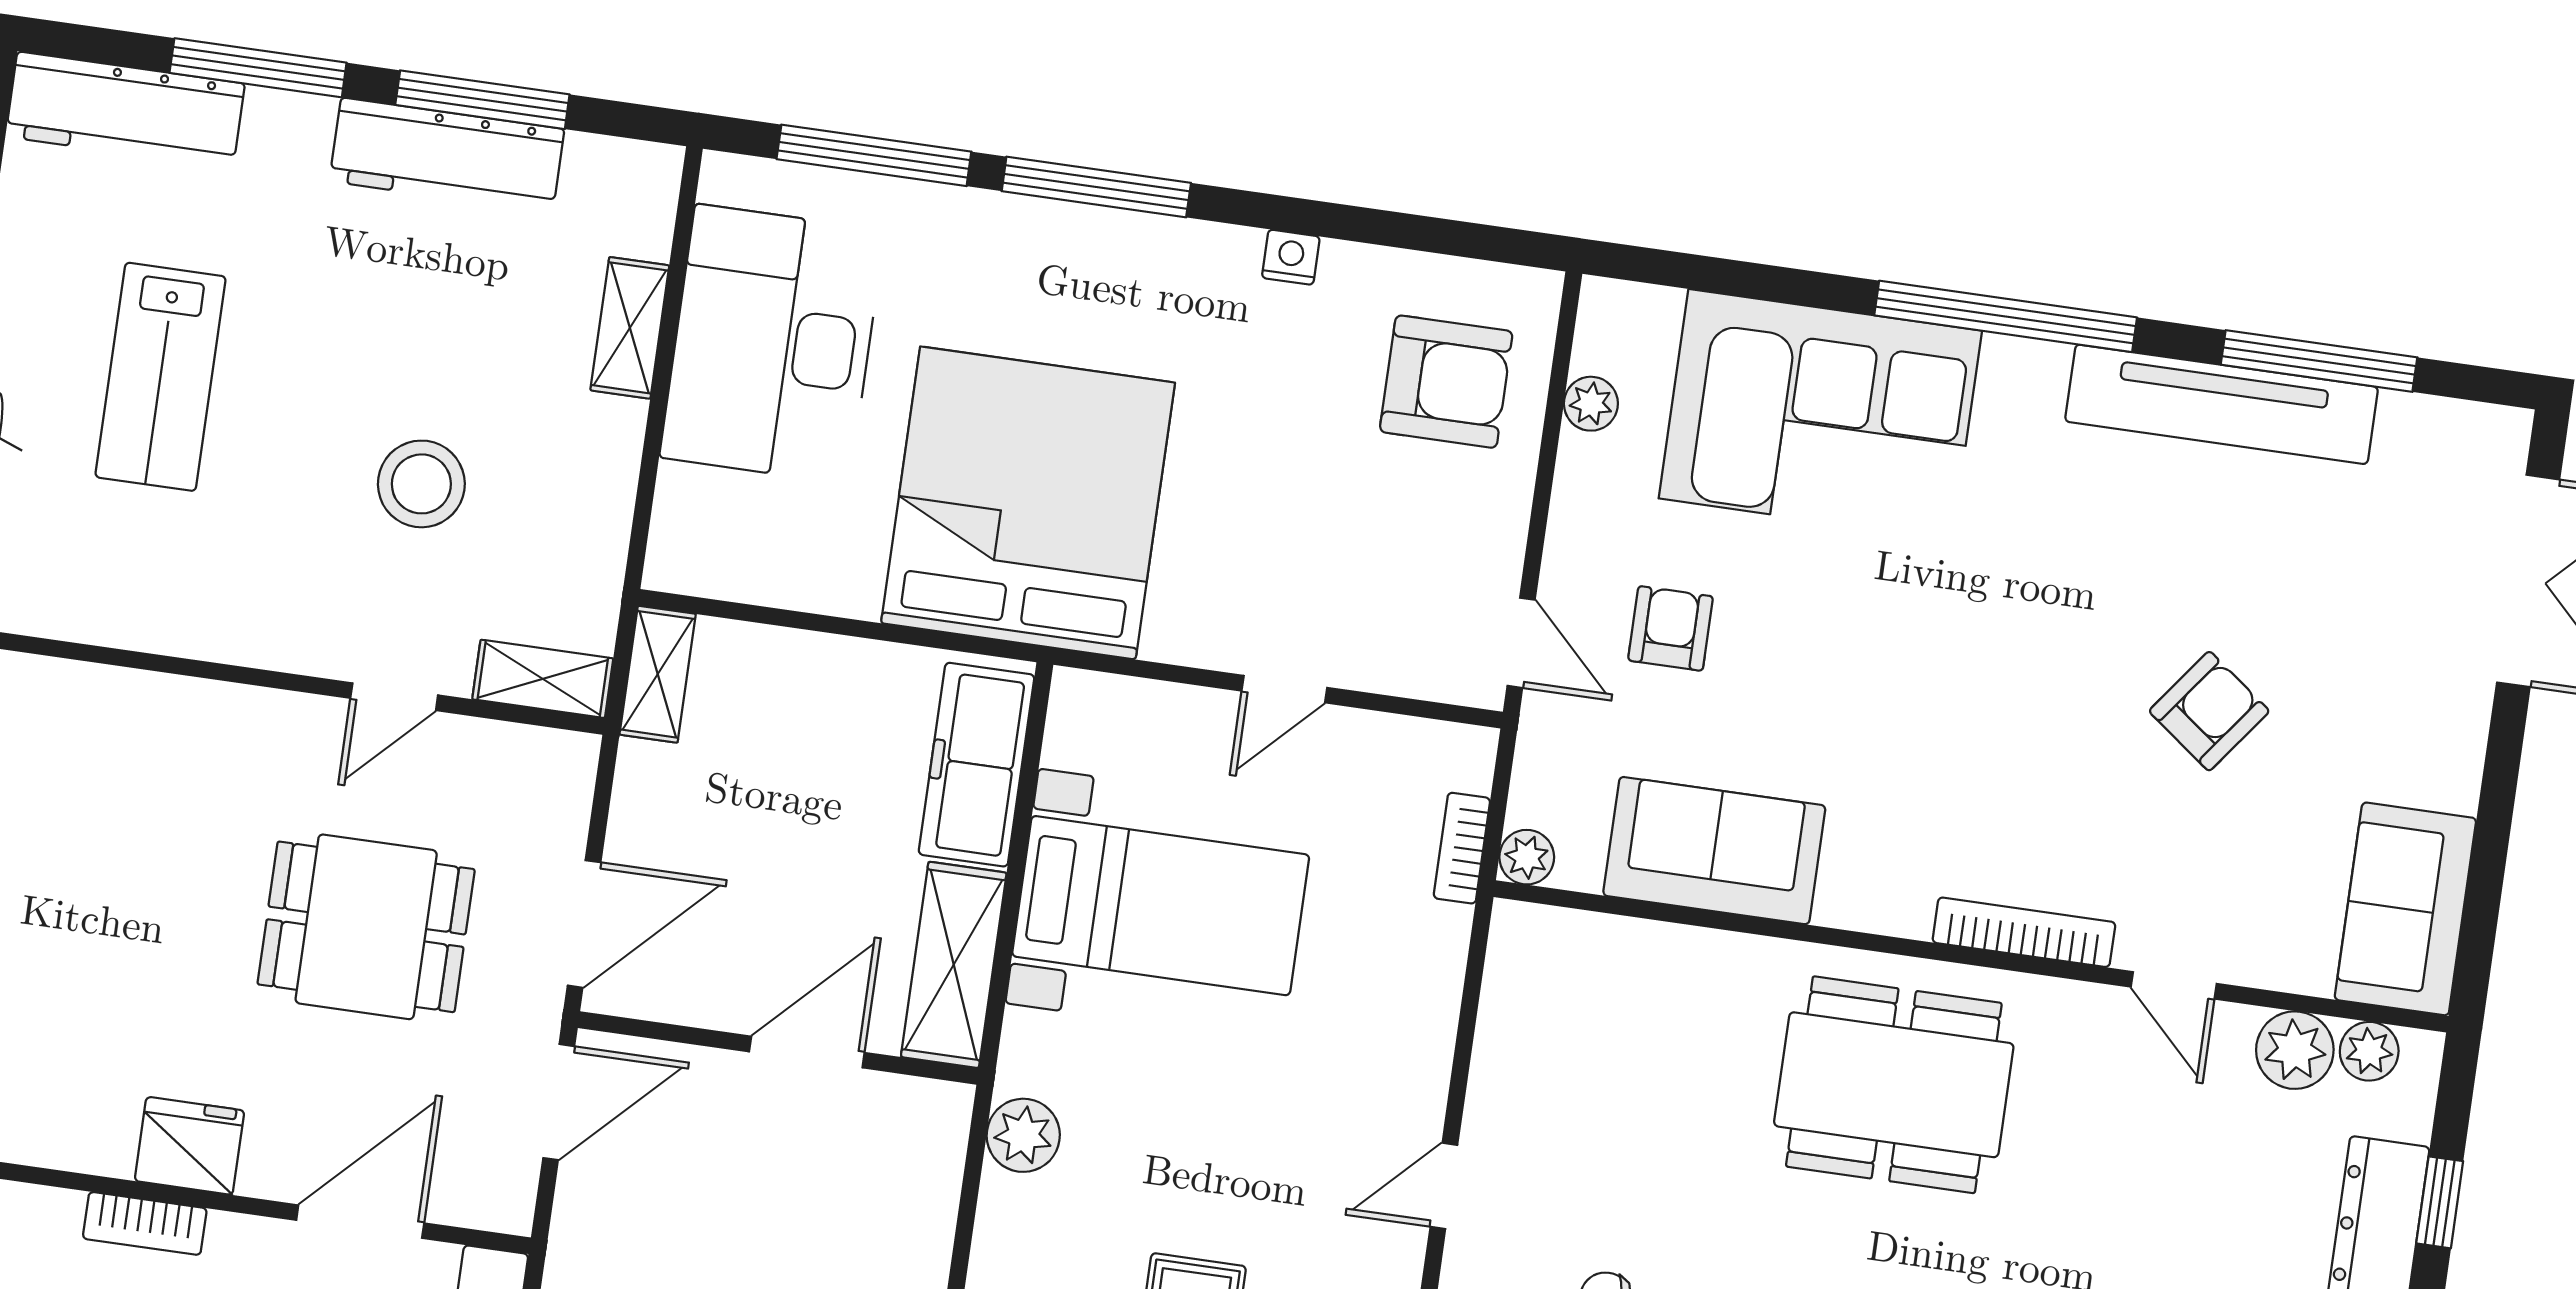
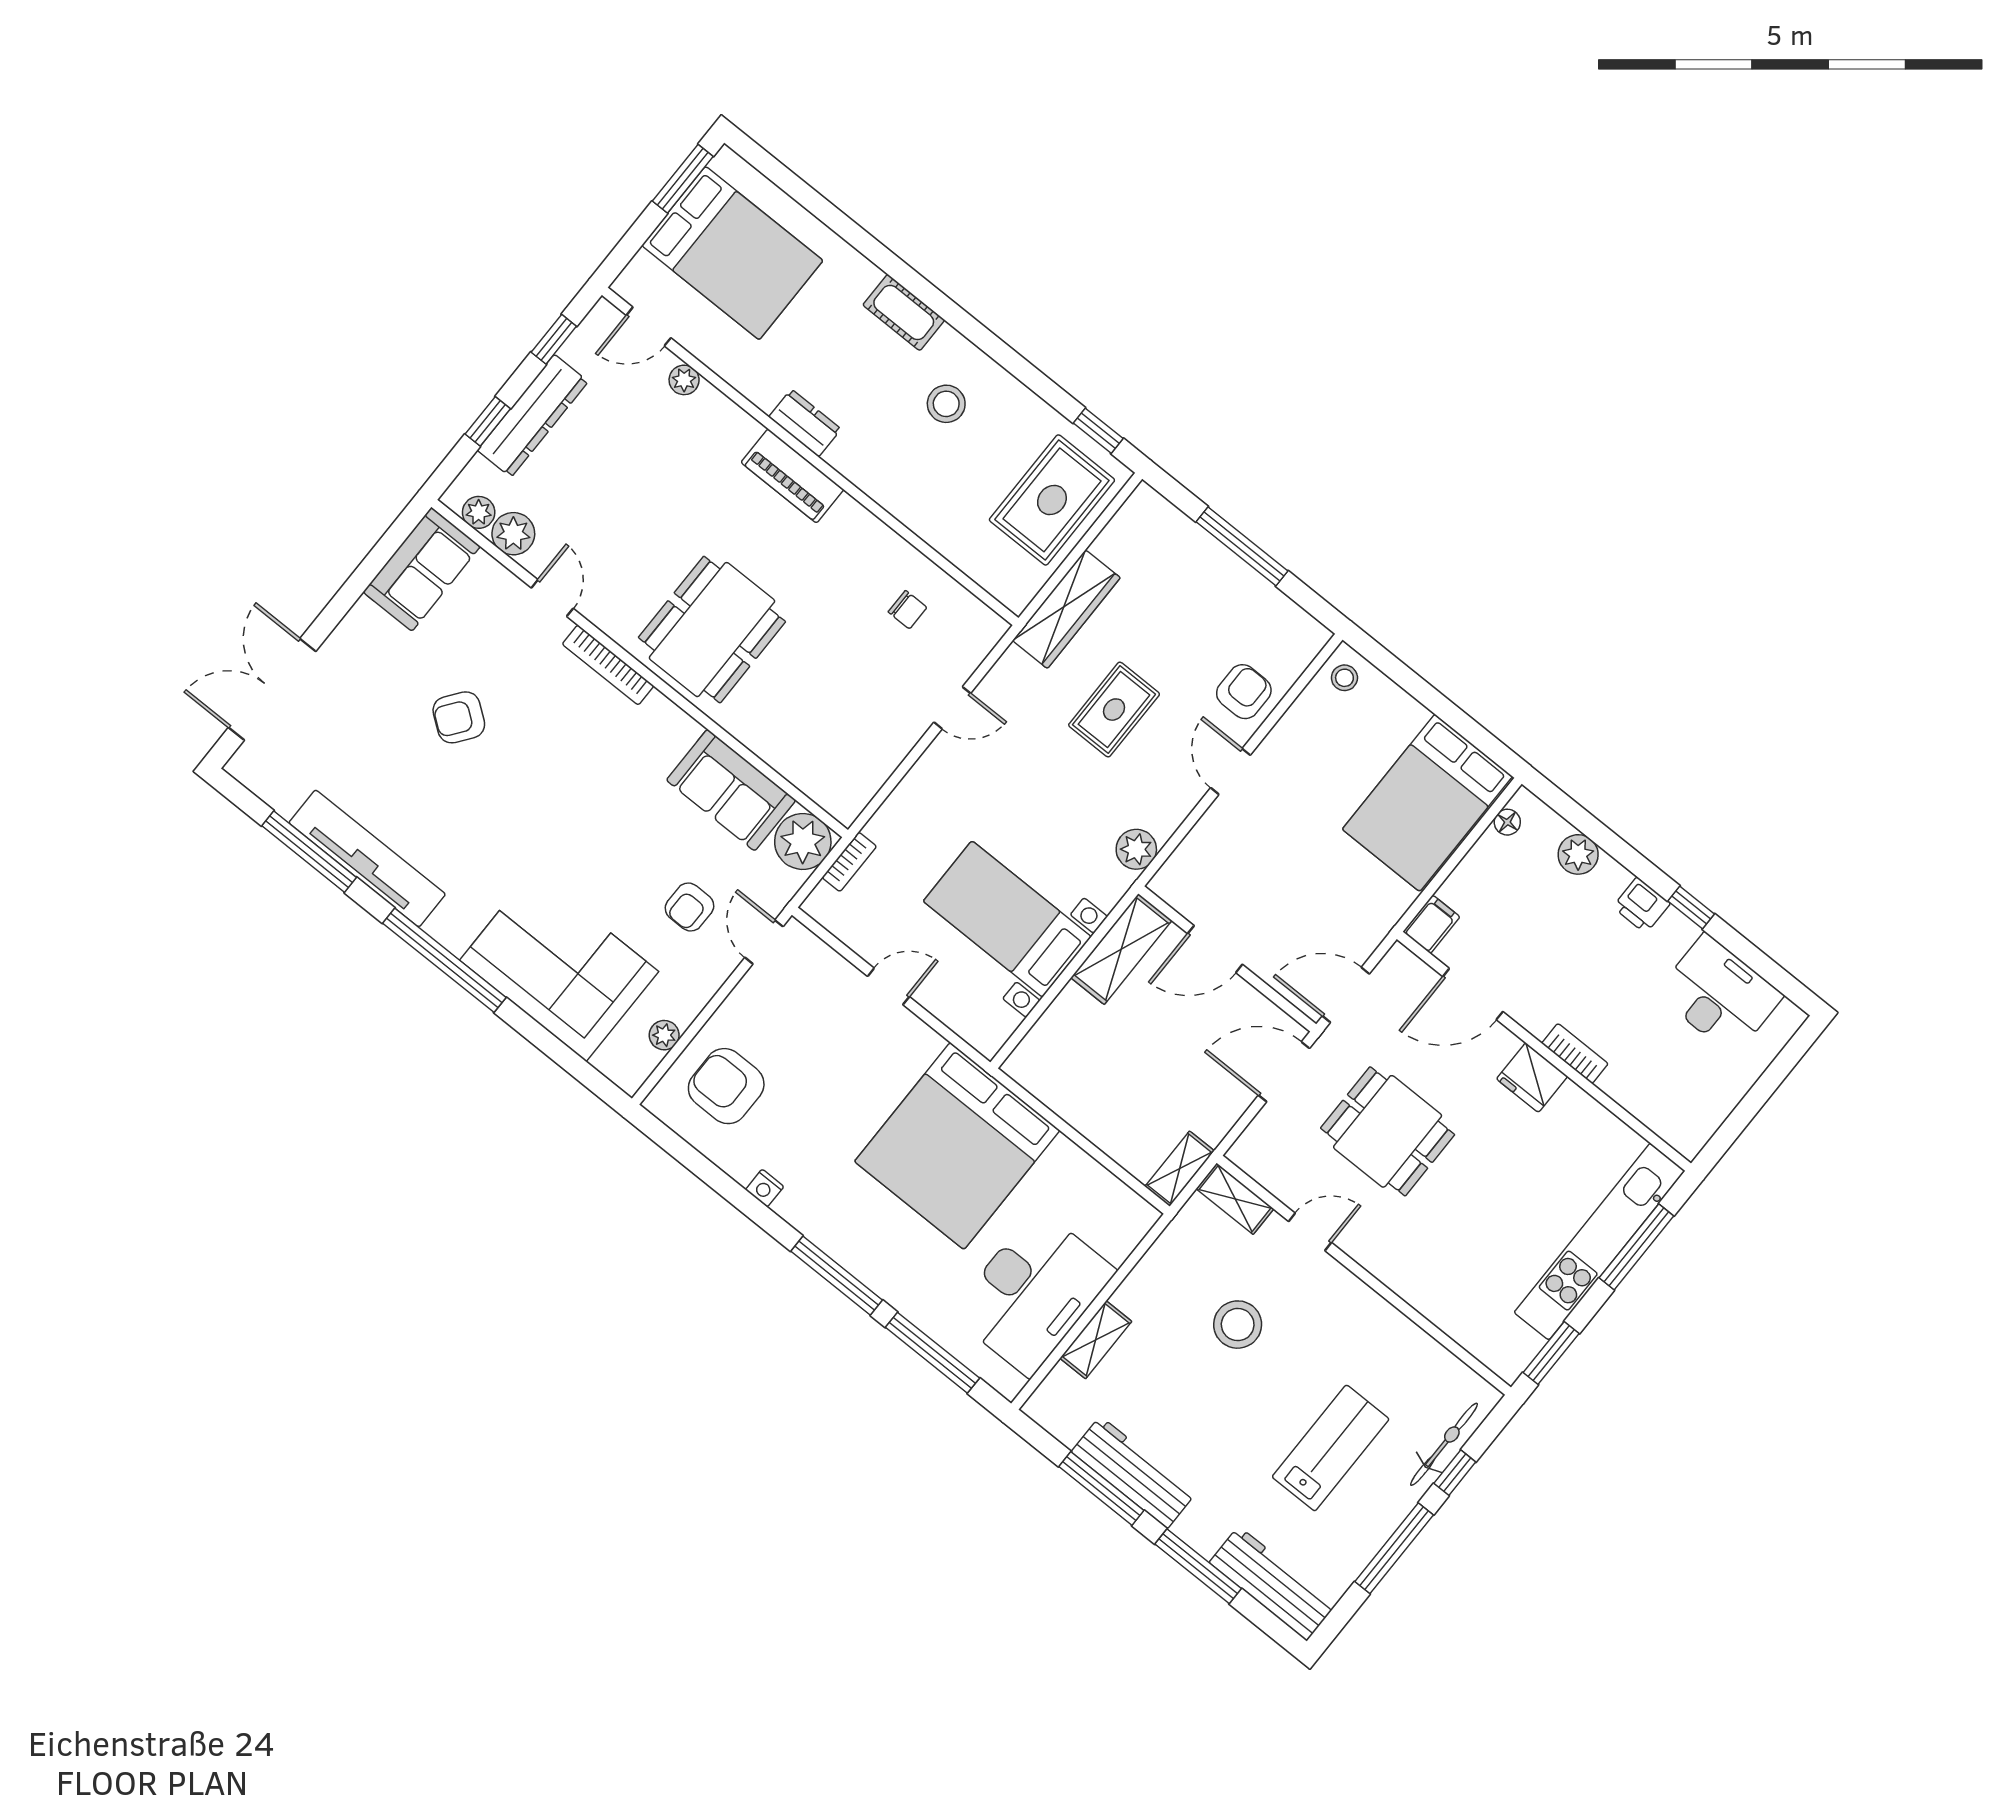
freezer: (977, 765) -> (1055, 1037), removed
plant: (1527, 857) -> (803, 841), width x1.87, depth x1.87
dining table: (1894, 1085) -> (712, 630), turned 90

